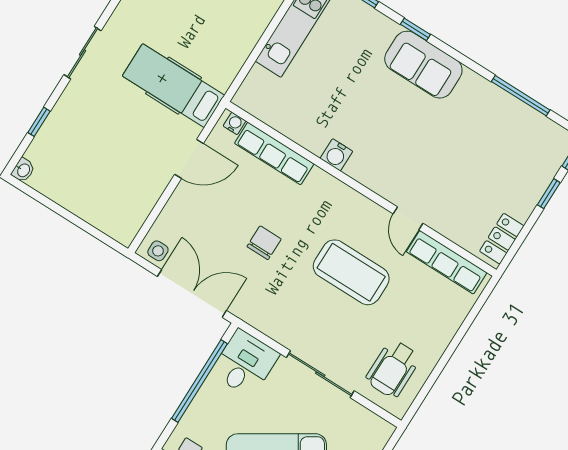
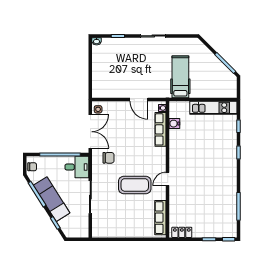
sofa: (423, 65) -> (227, 164), removed
hospital bed: (174, 86) -> (180, 77), moved
water cooler: (336, 155) -> (174, 124), moved
door: (408, 218) -> (168, 179), moved
chair: (264, 243) -> (109, 158), moved
coffee table: (351, 272) -> (135, 185), turned 90
wheelchair: (393, 369) -> (109, 223), removed

